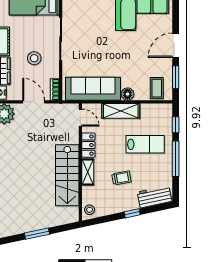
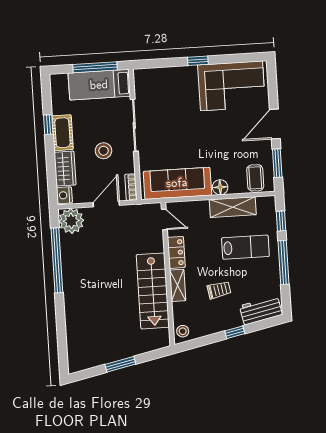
door: (34, 102) -> (106, 204), hinge flipped
shelving: (121, 111) -> (233, 207), moved

